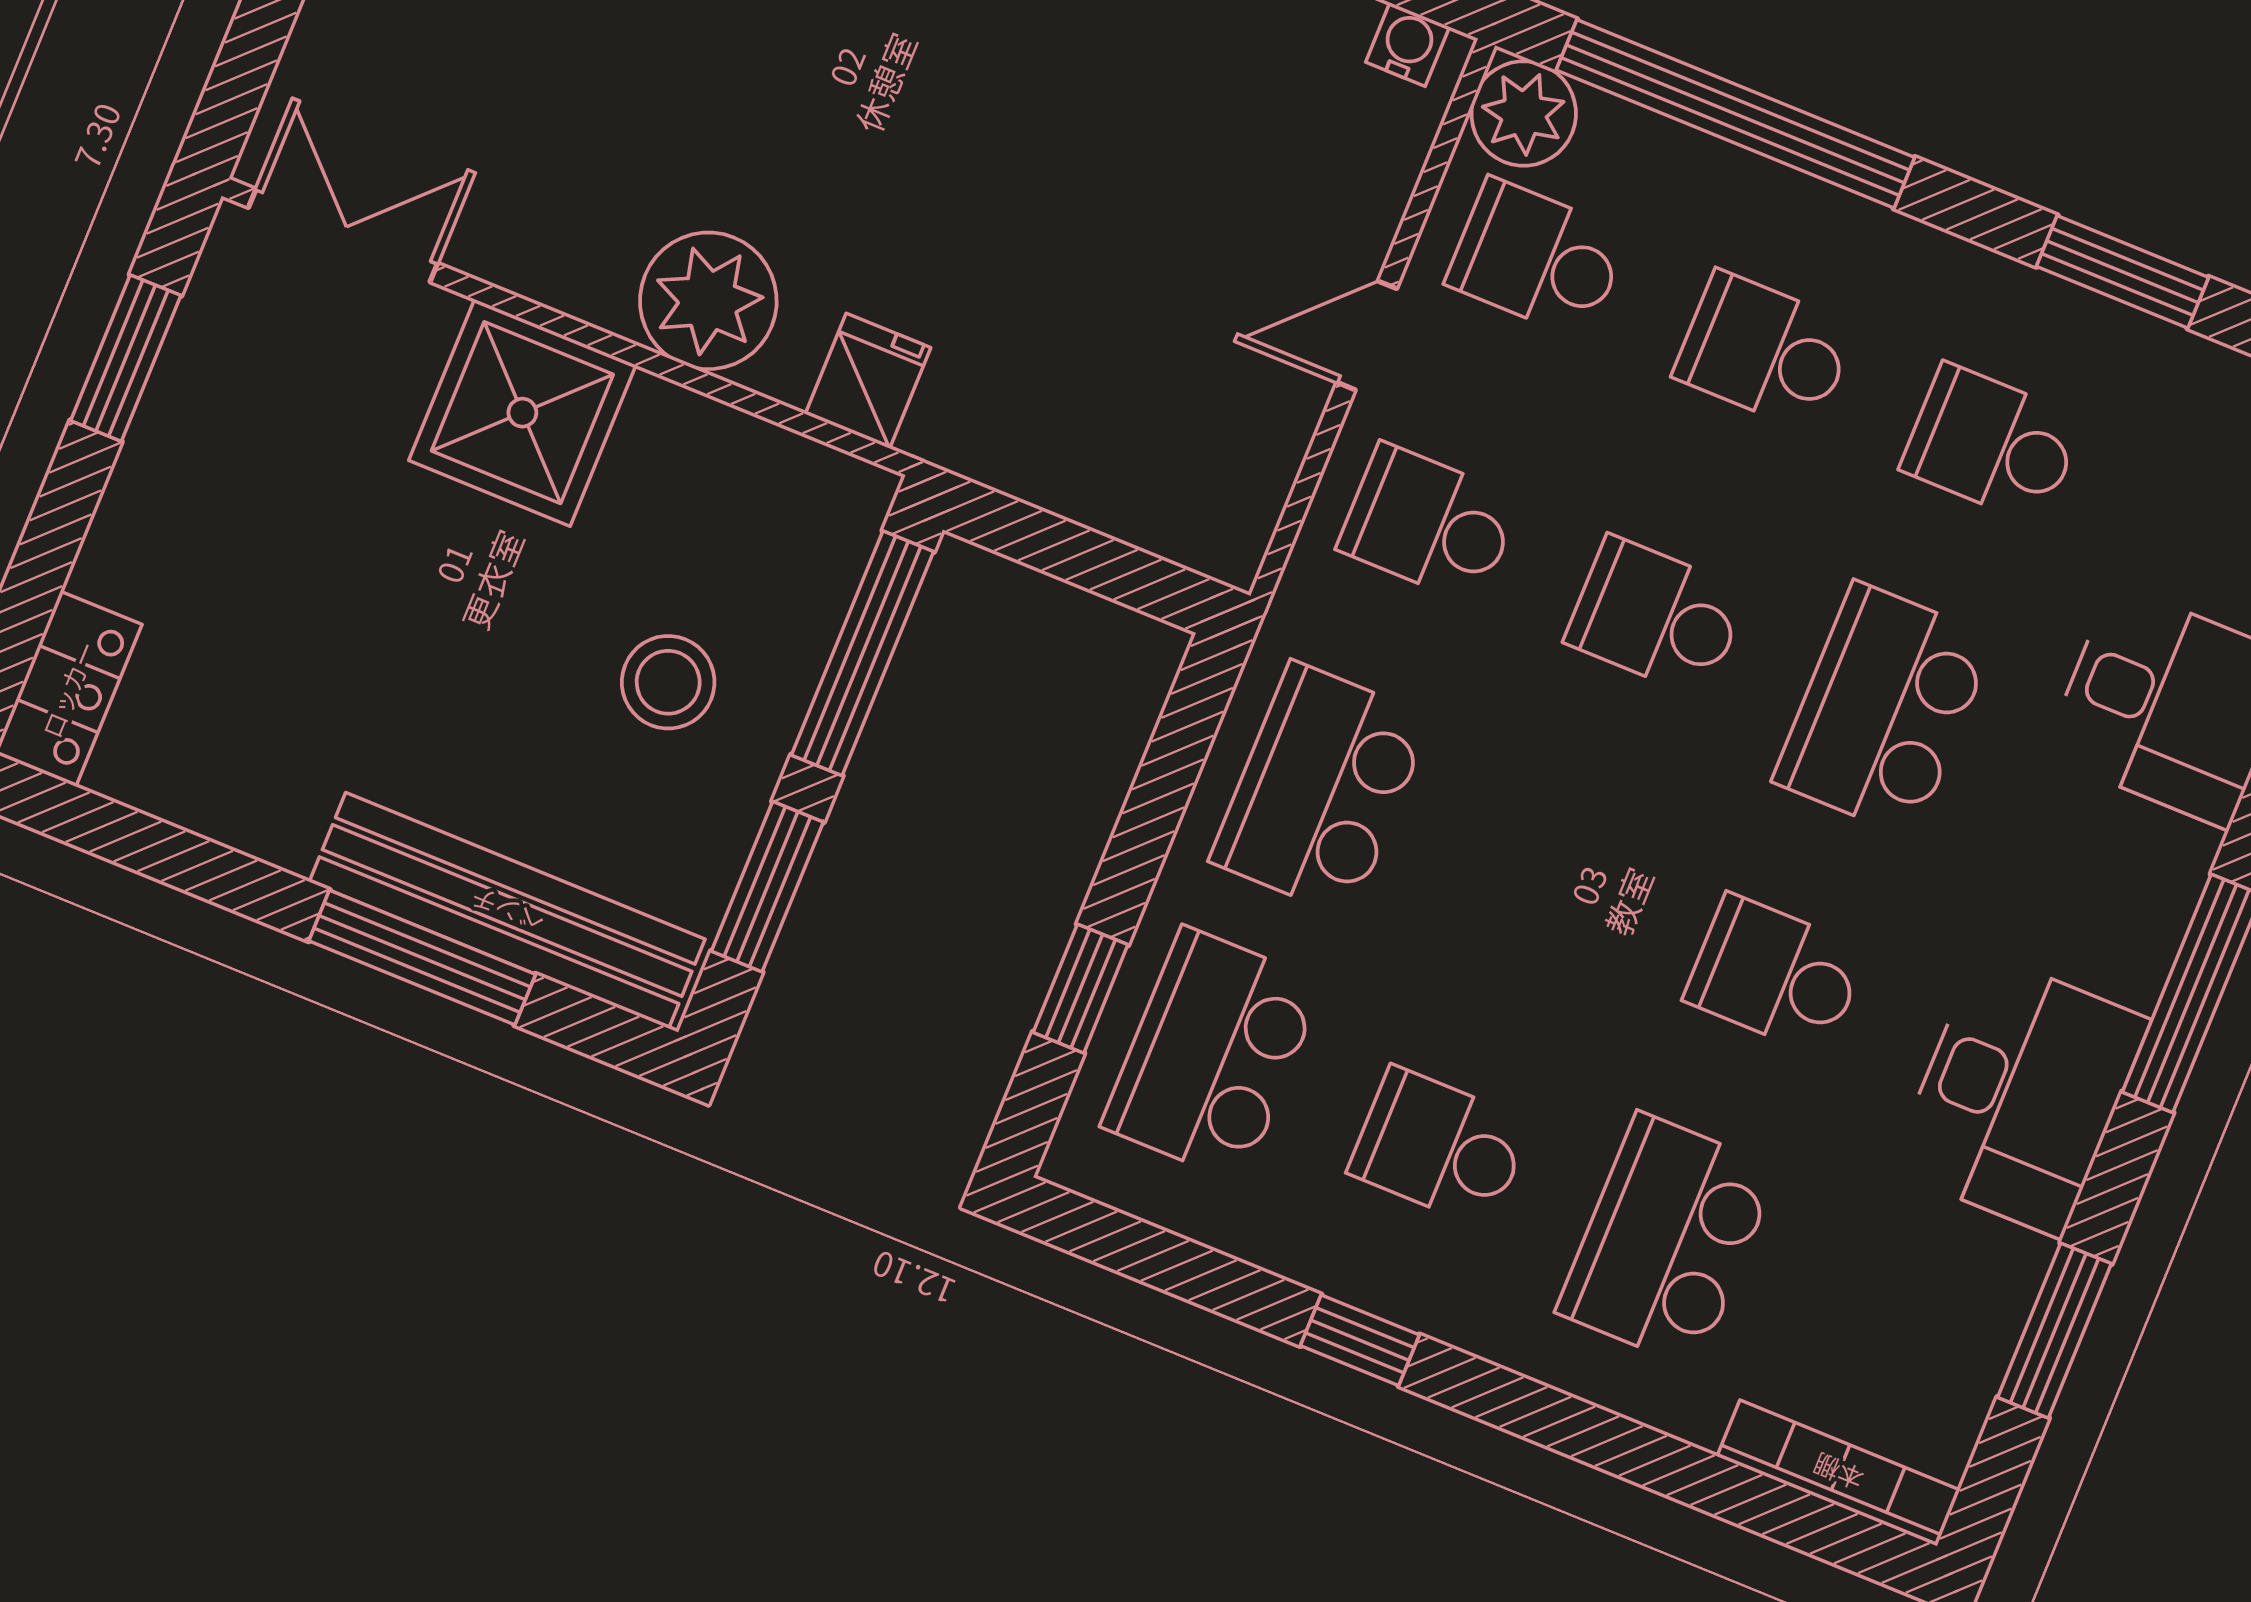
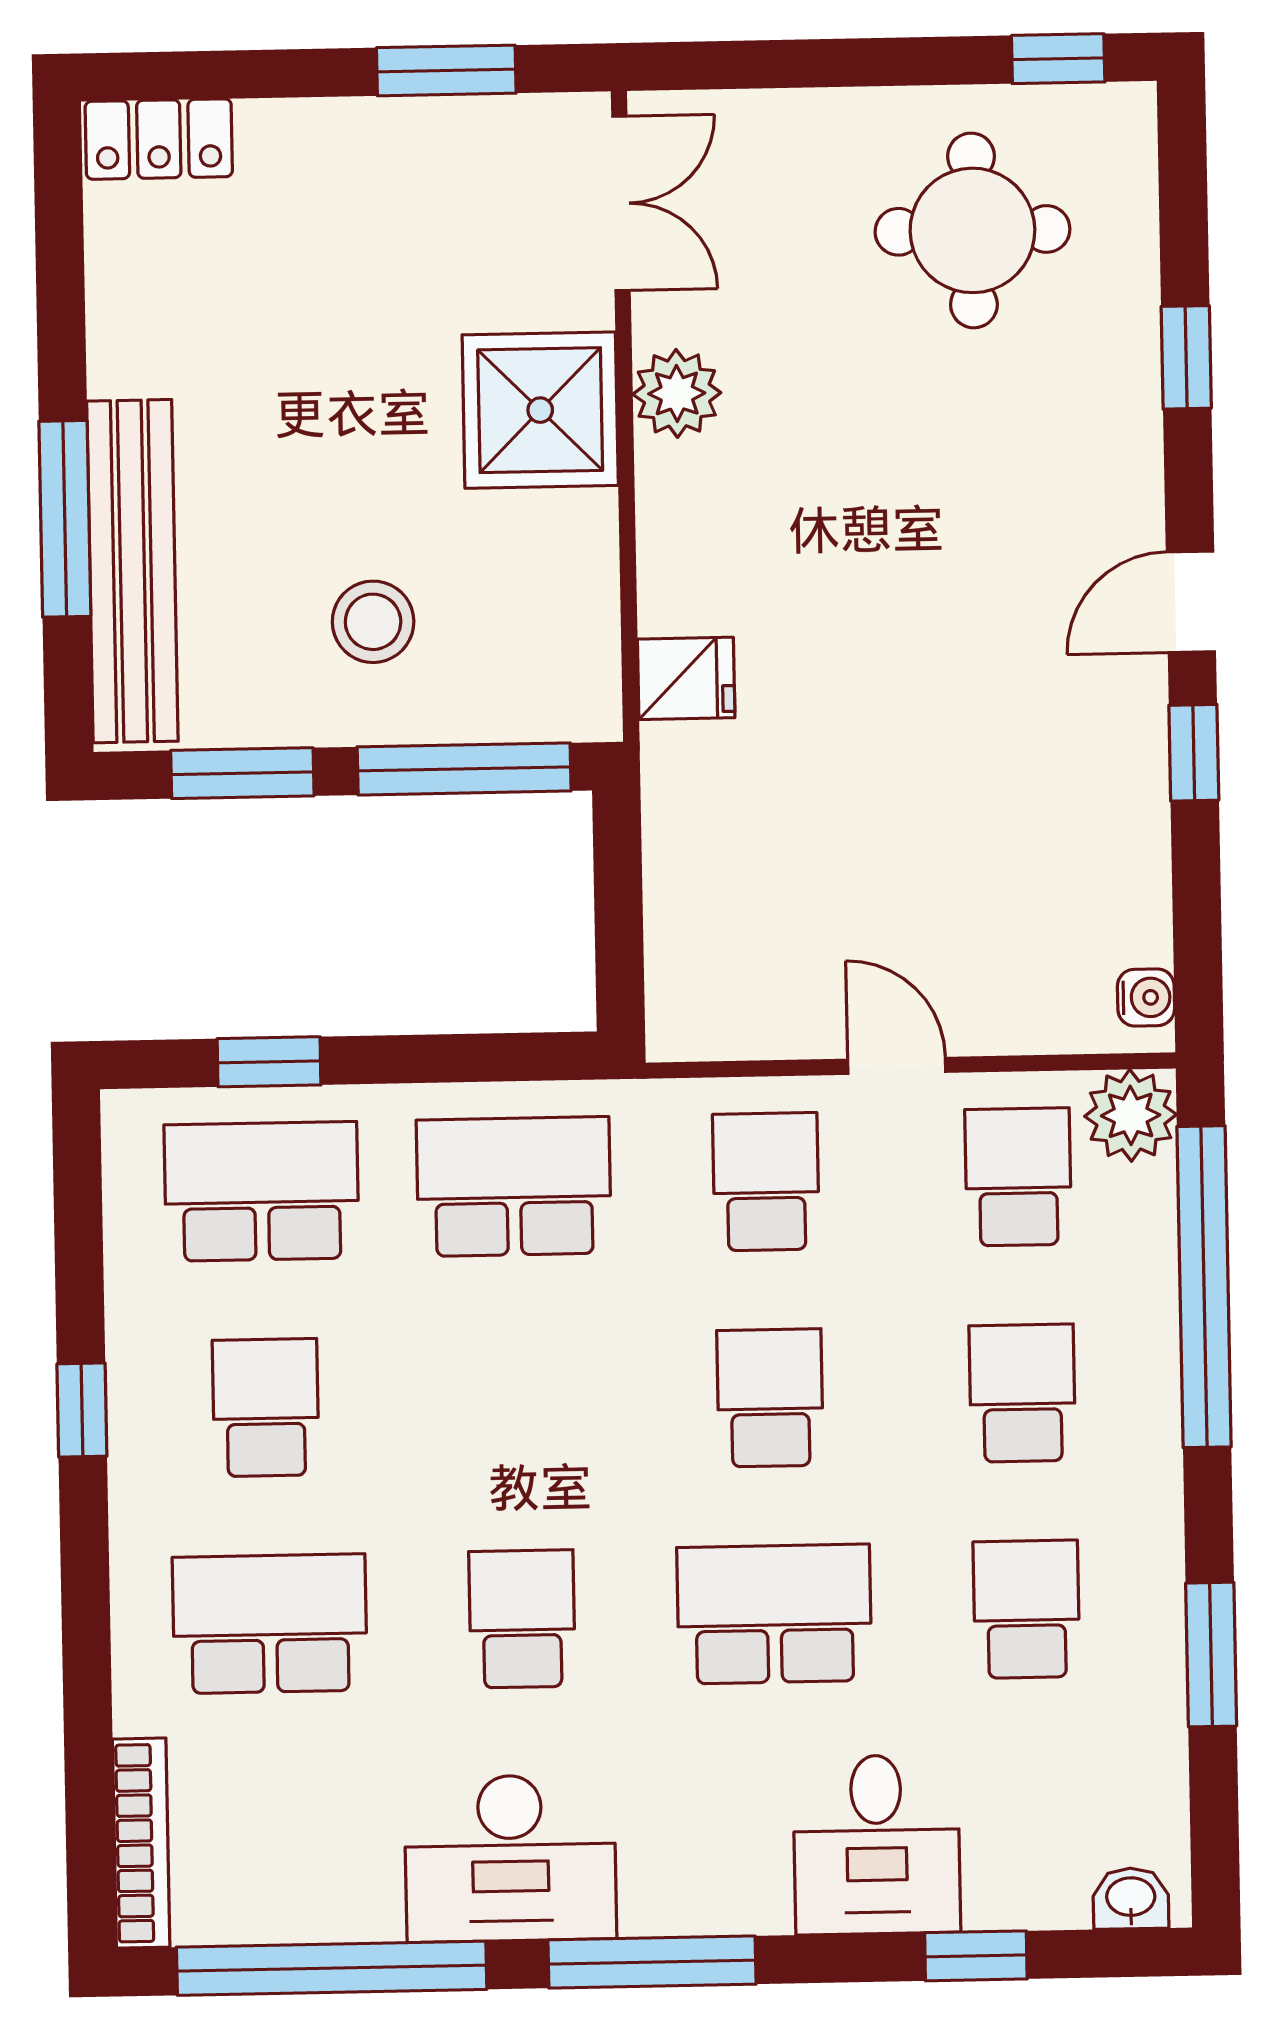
plant: (708, 301) -> (677, 393), moved, width x0.73, depth x0.73
window: (2055, 1331) -> (332, 1968), width x2.11

